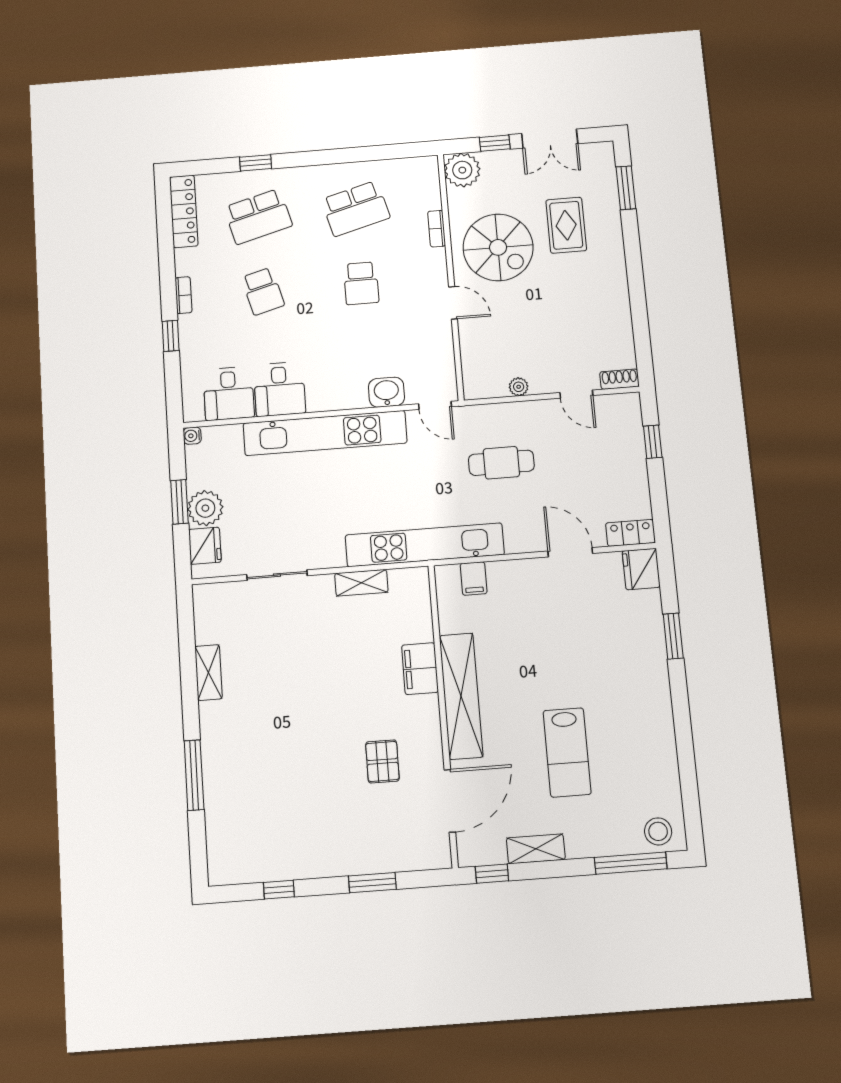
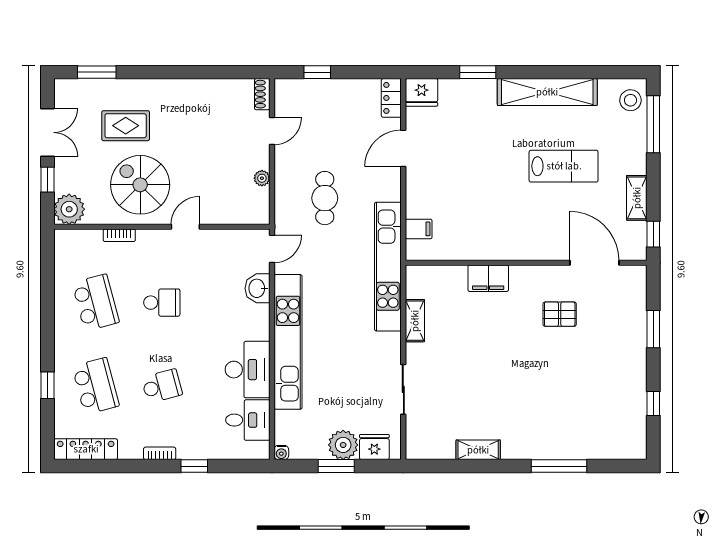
spiral stairs: (498, 247) -> (140, 185), turned -90
desk: (280, 389) -> (248, 370), width x1.37
shelving: (461, 696) -> (547, 92), moved

